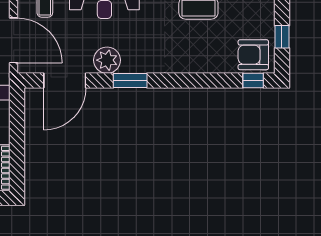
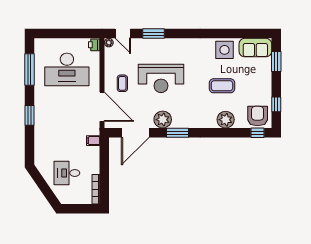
armchair: (253, 55) -> (258, 116), turned 90
plant: (204, 60) -> (226, 120), added

